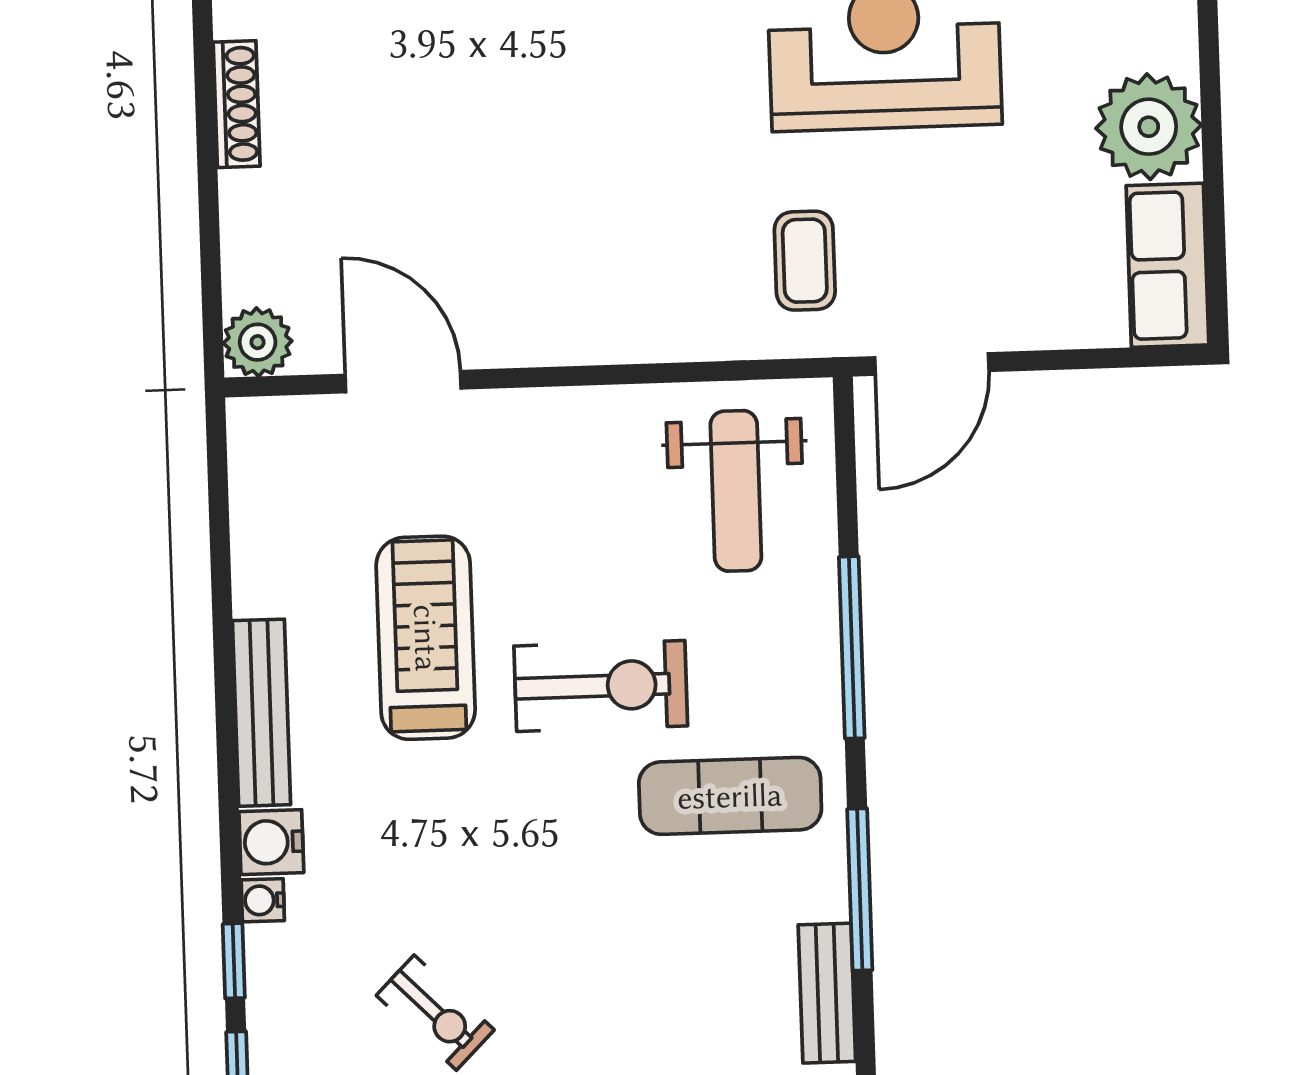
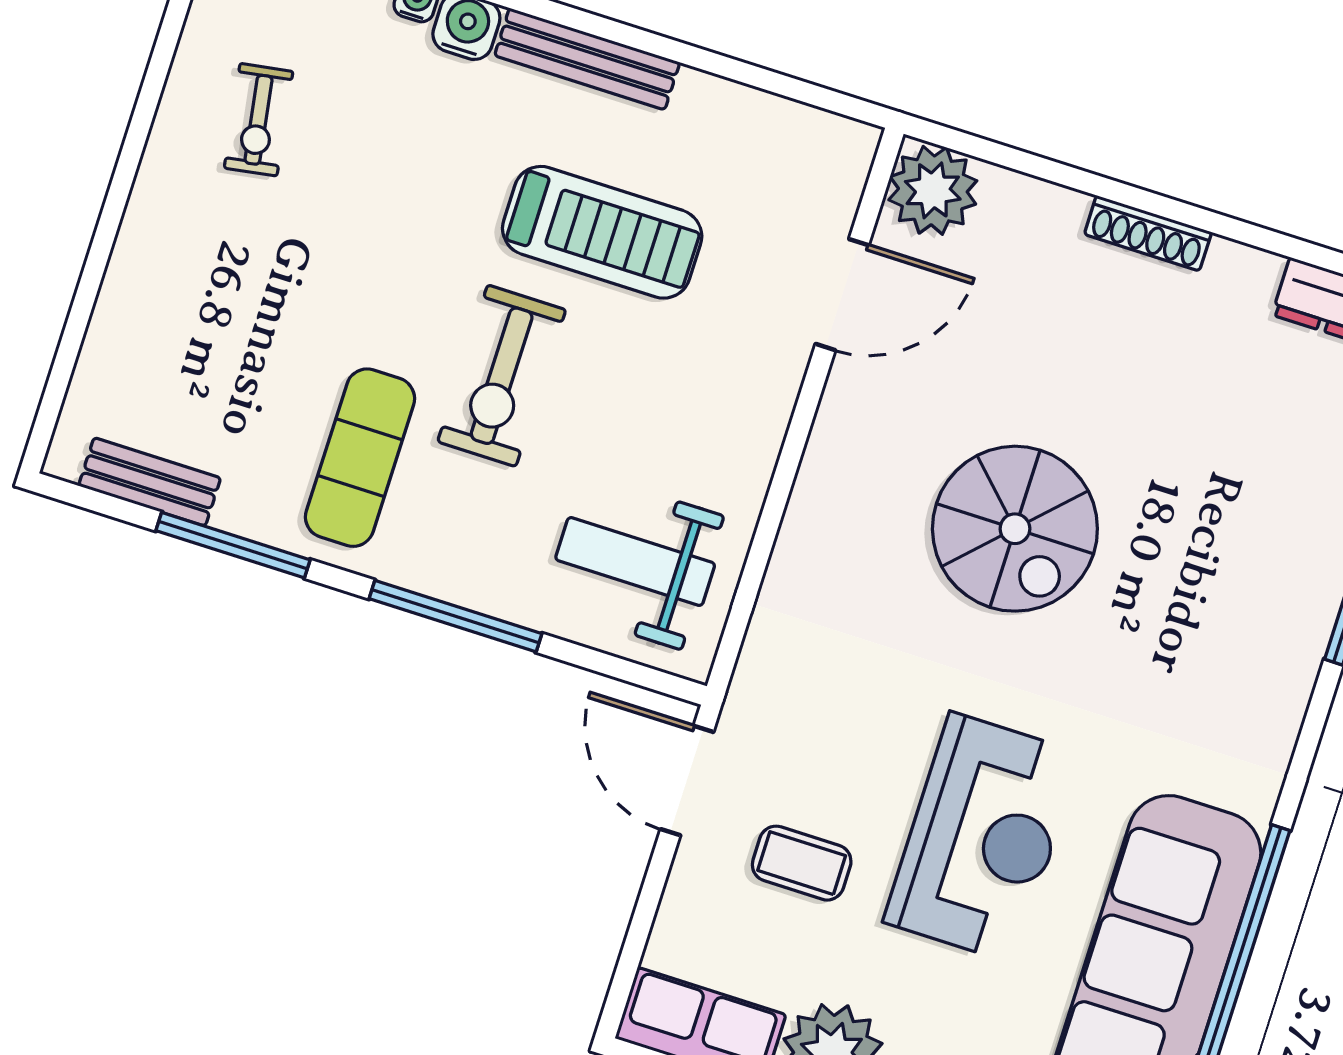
spiral stairs: (572, 131) -> (1015, 529), added
coffee table: (805, 261) -> (802, 863), moved
plant: (258, 342) -> (933, 190), width x1.36, depth x1.36
exercise bike: (435, 1013) -> (259, 120), turned -54

